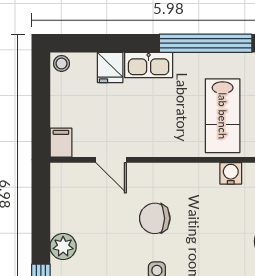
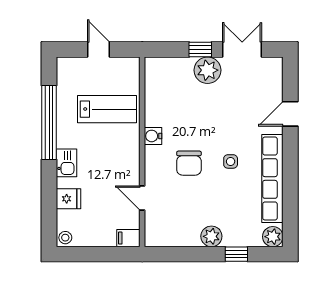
kitchen sink: (149, 65) -> (66, 163), width x0.73
door: (111, 160) -> (142, 198), swing flipped
water cooler: (231, 173) -> (153, 136), moved

